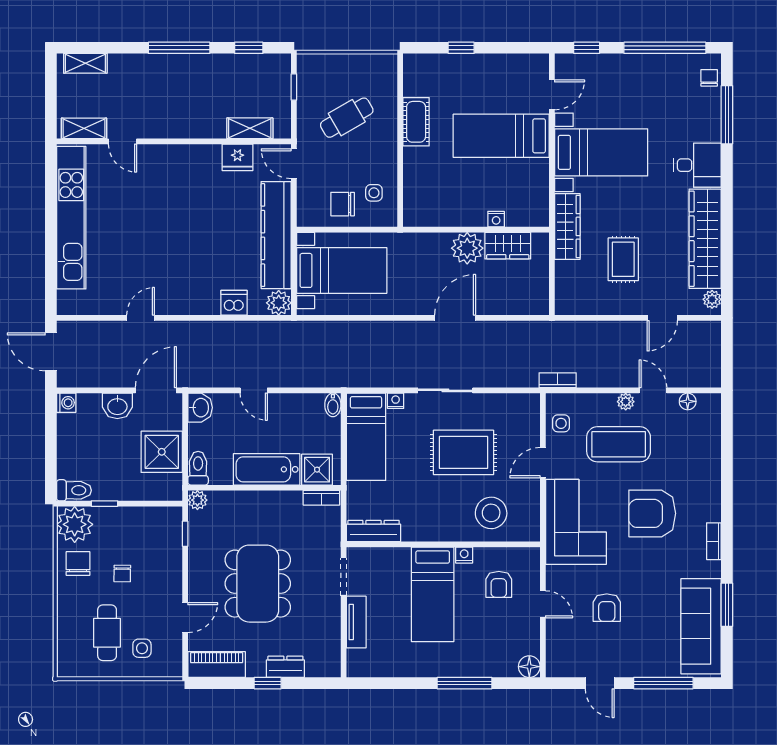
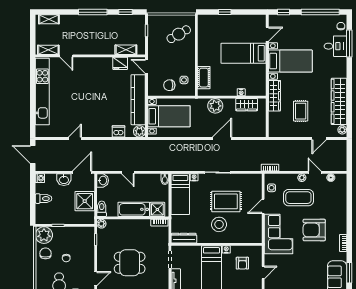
cafe table: (347, 118) -> (179, 34), moved
cot: (416, 122) -> (204, 78), moved
desk: (697, 165) -> (335, 46), moved
plant: (467, 248) -> (215, 106), moved
toilet: (74, 490) -> (44, 199), moved
stool: (491, 513) -> (219, 224), moved
dining table: (258, 584) -> (130, 263), width x0.73
door: (543, 604) -> (263, 273), hinge flipped
armchair: (607, 608) -> (293, 274), removed

